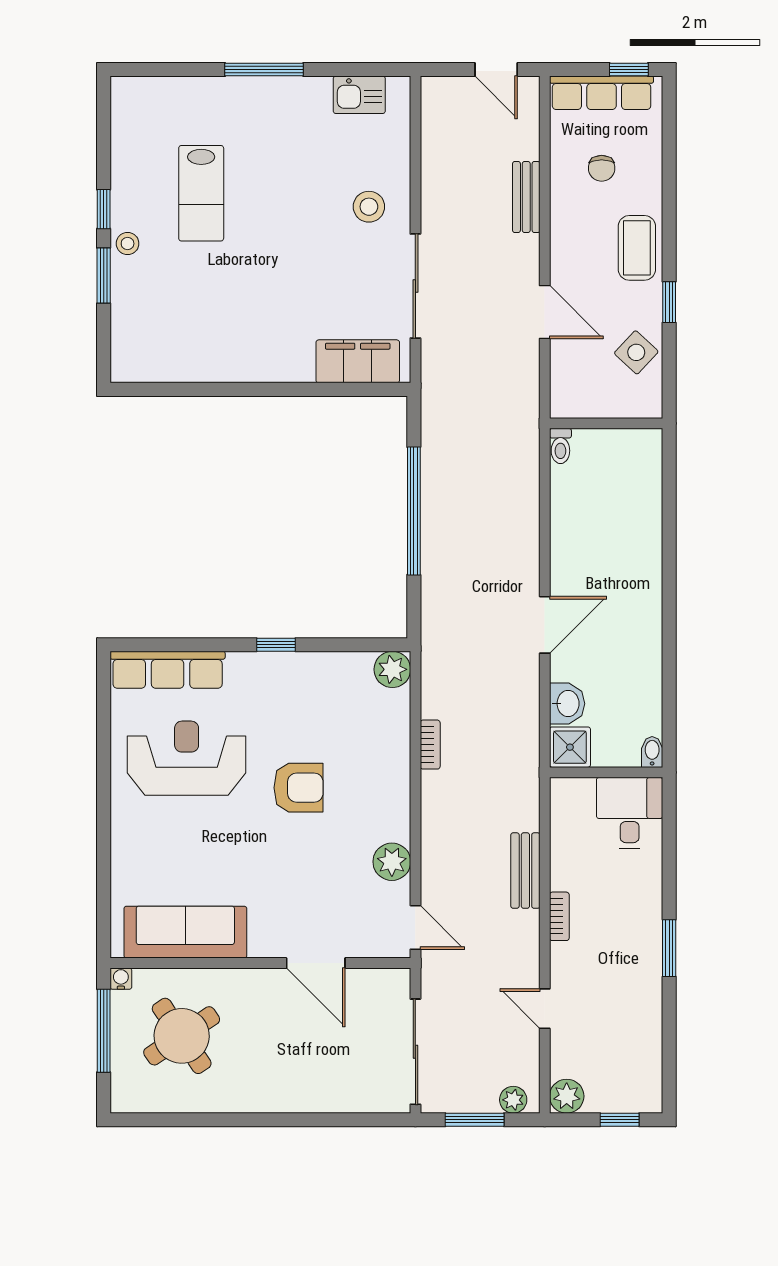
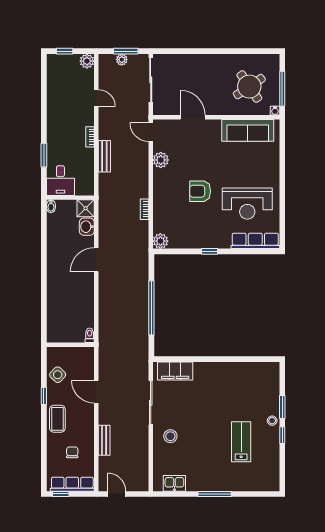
window: (669, 948) -> (44, 155), moved
plant: (513, 1100) -> (122, 60), moved

